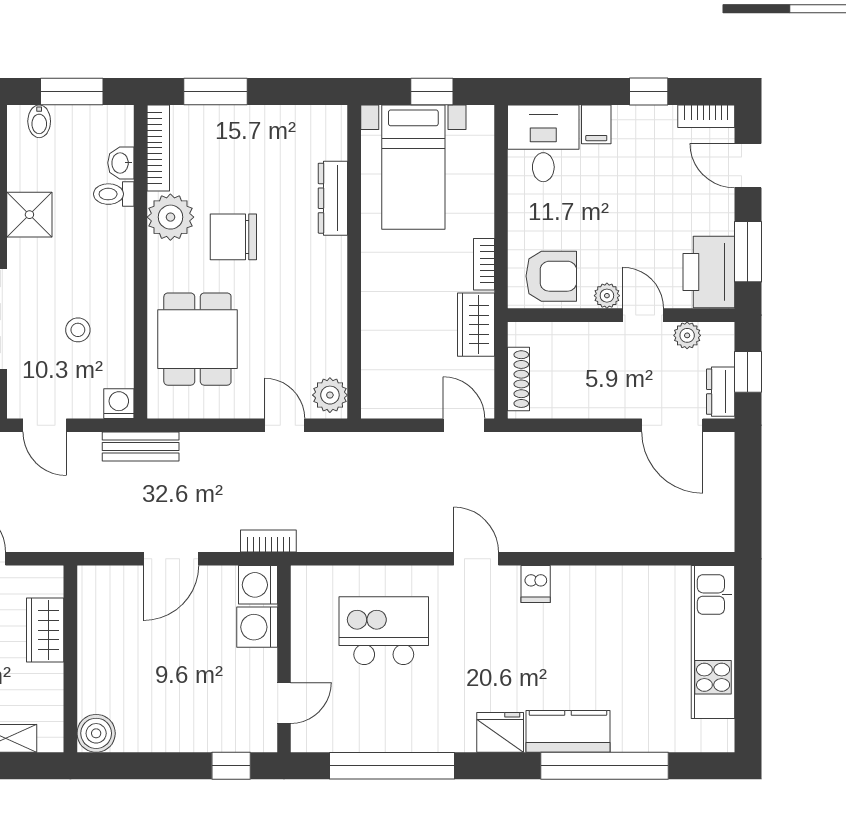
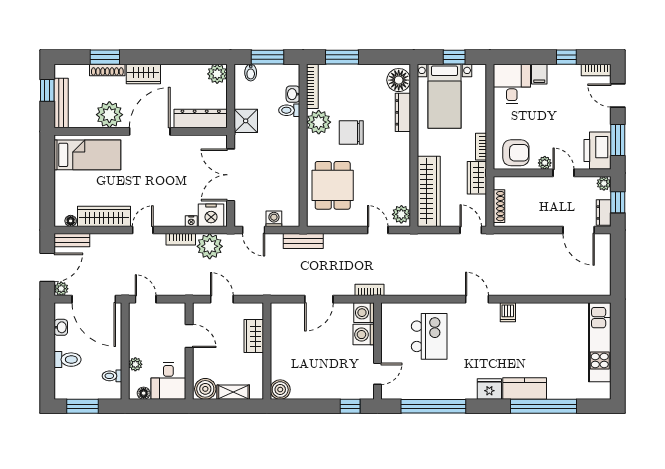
floor lamp: (325, 136) -> (399, 80), added
stool: (78, 330) -> (271, 181), removed
plant: (687, 335) -> (604, 183), moved
wardrobe: (383, 351) -> (429, 191), added
washing machine: (119, 404) -> (274, 219), moved
kitchen island: (384, 631) -> (429, 336), turned 90

